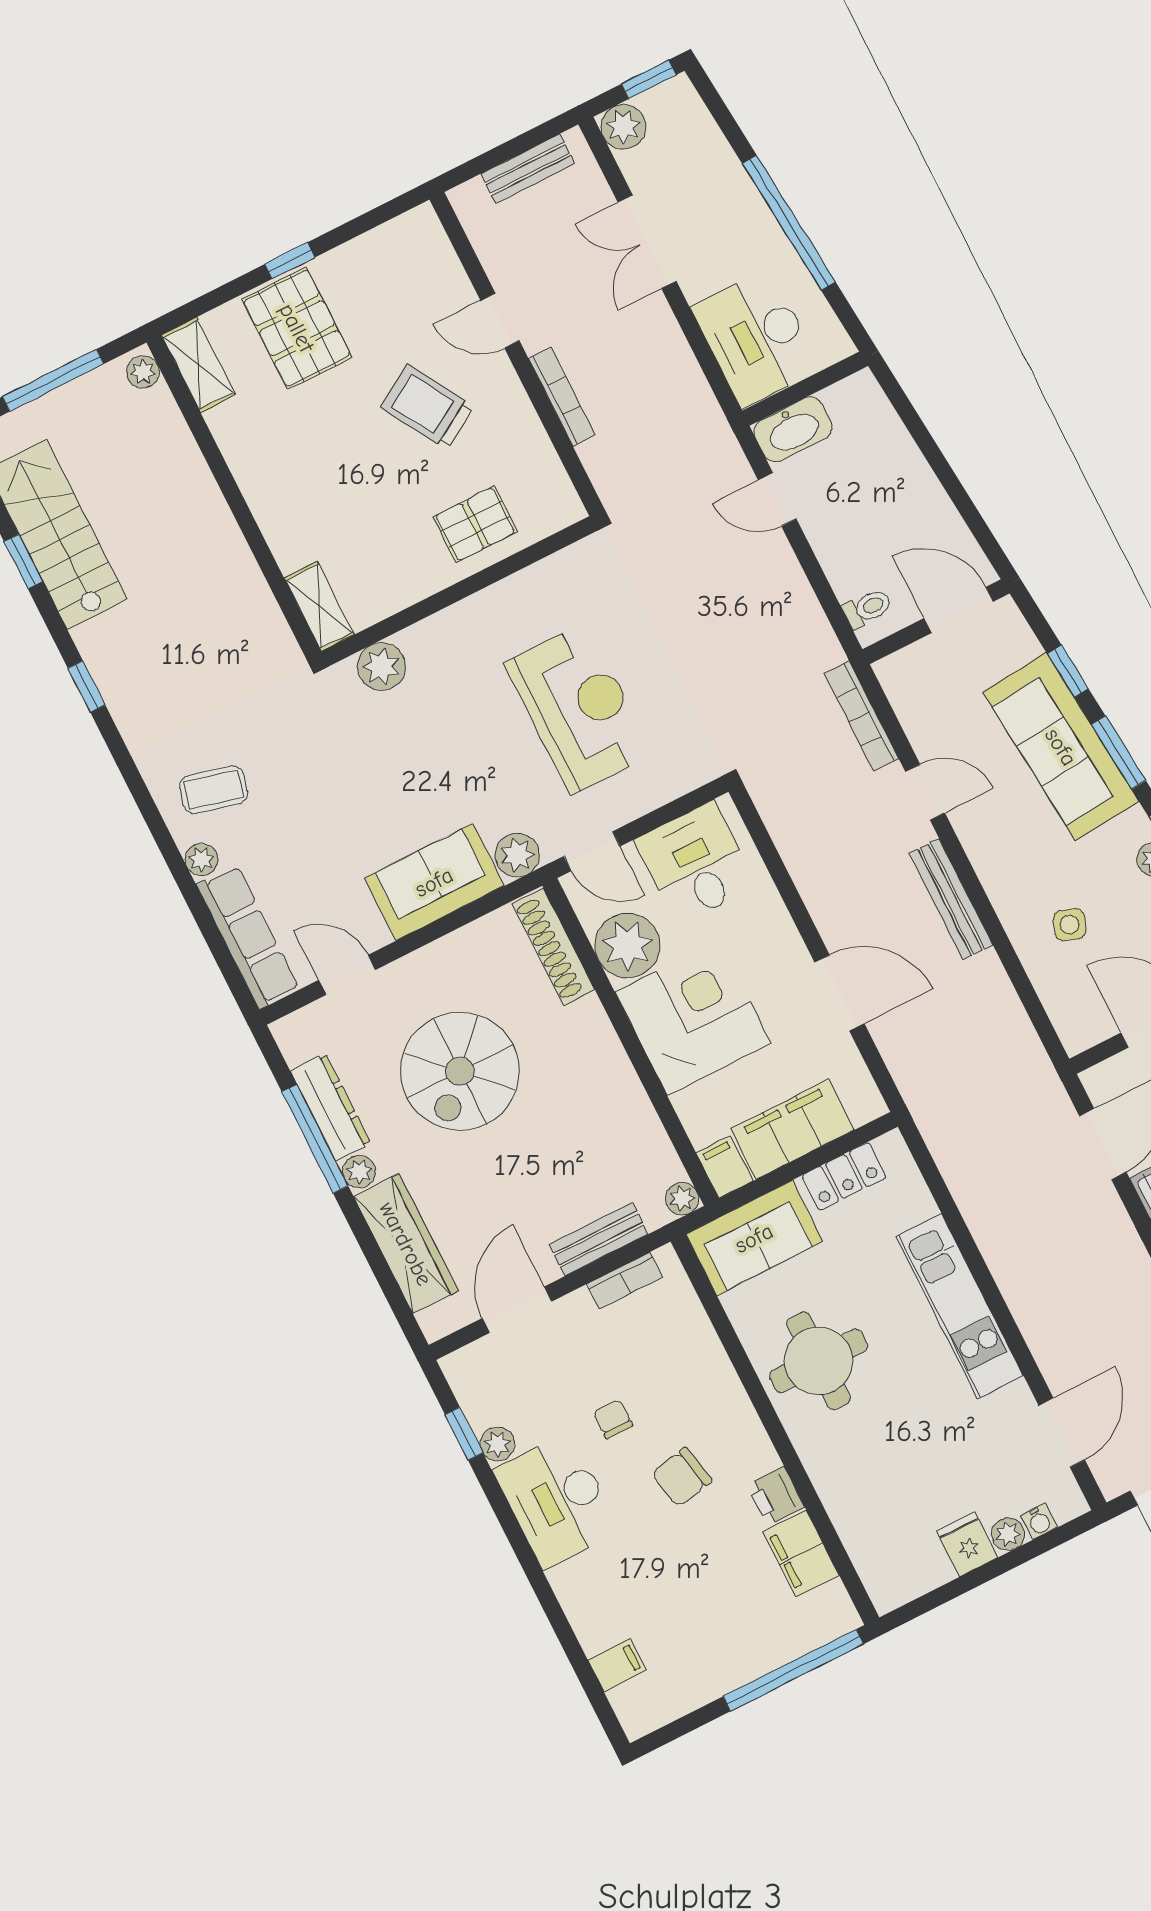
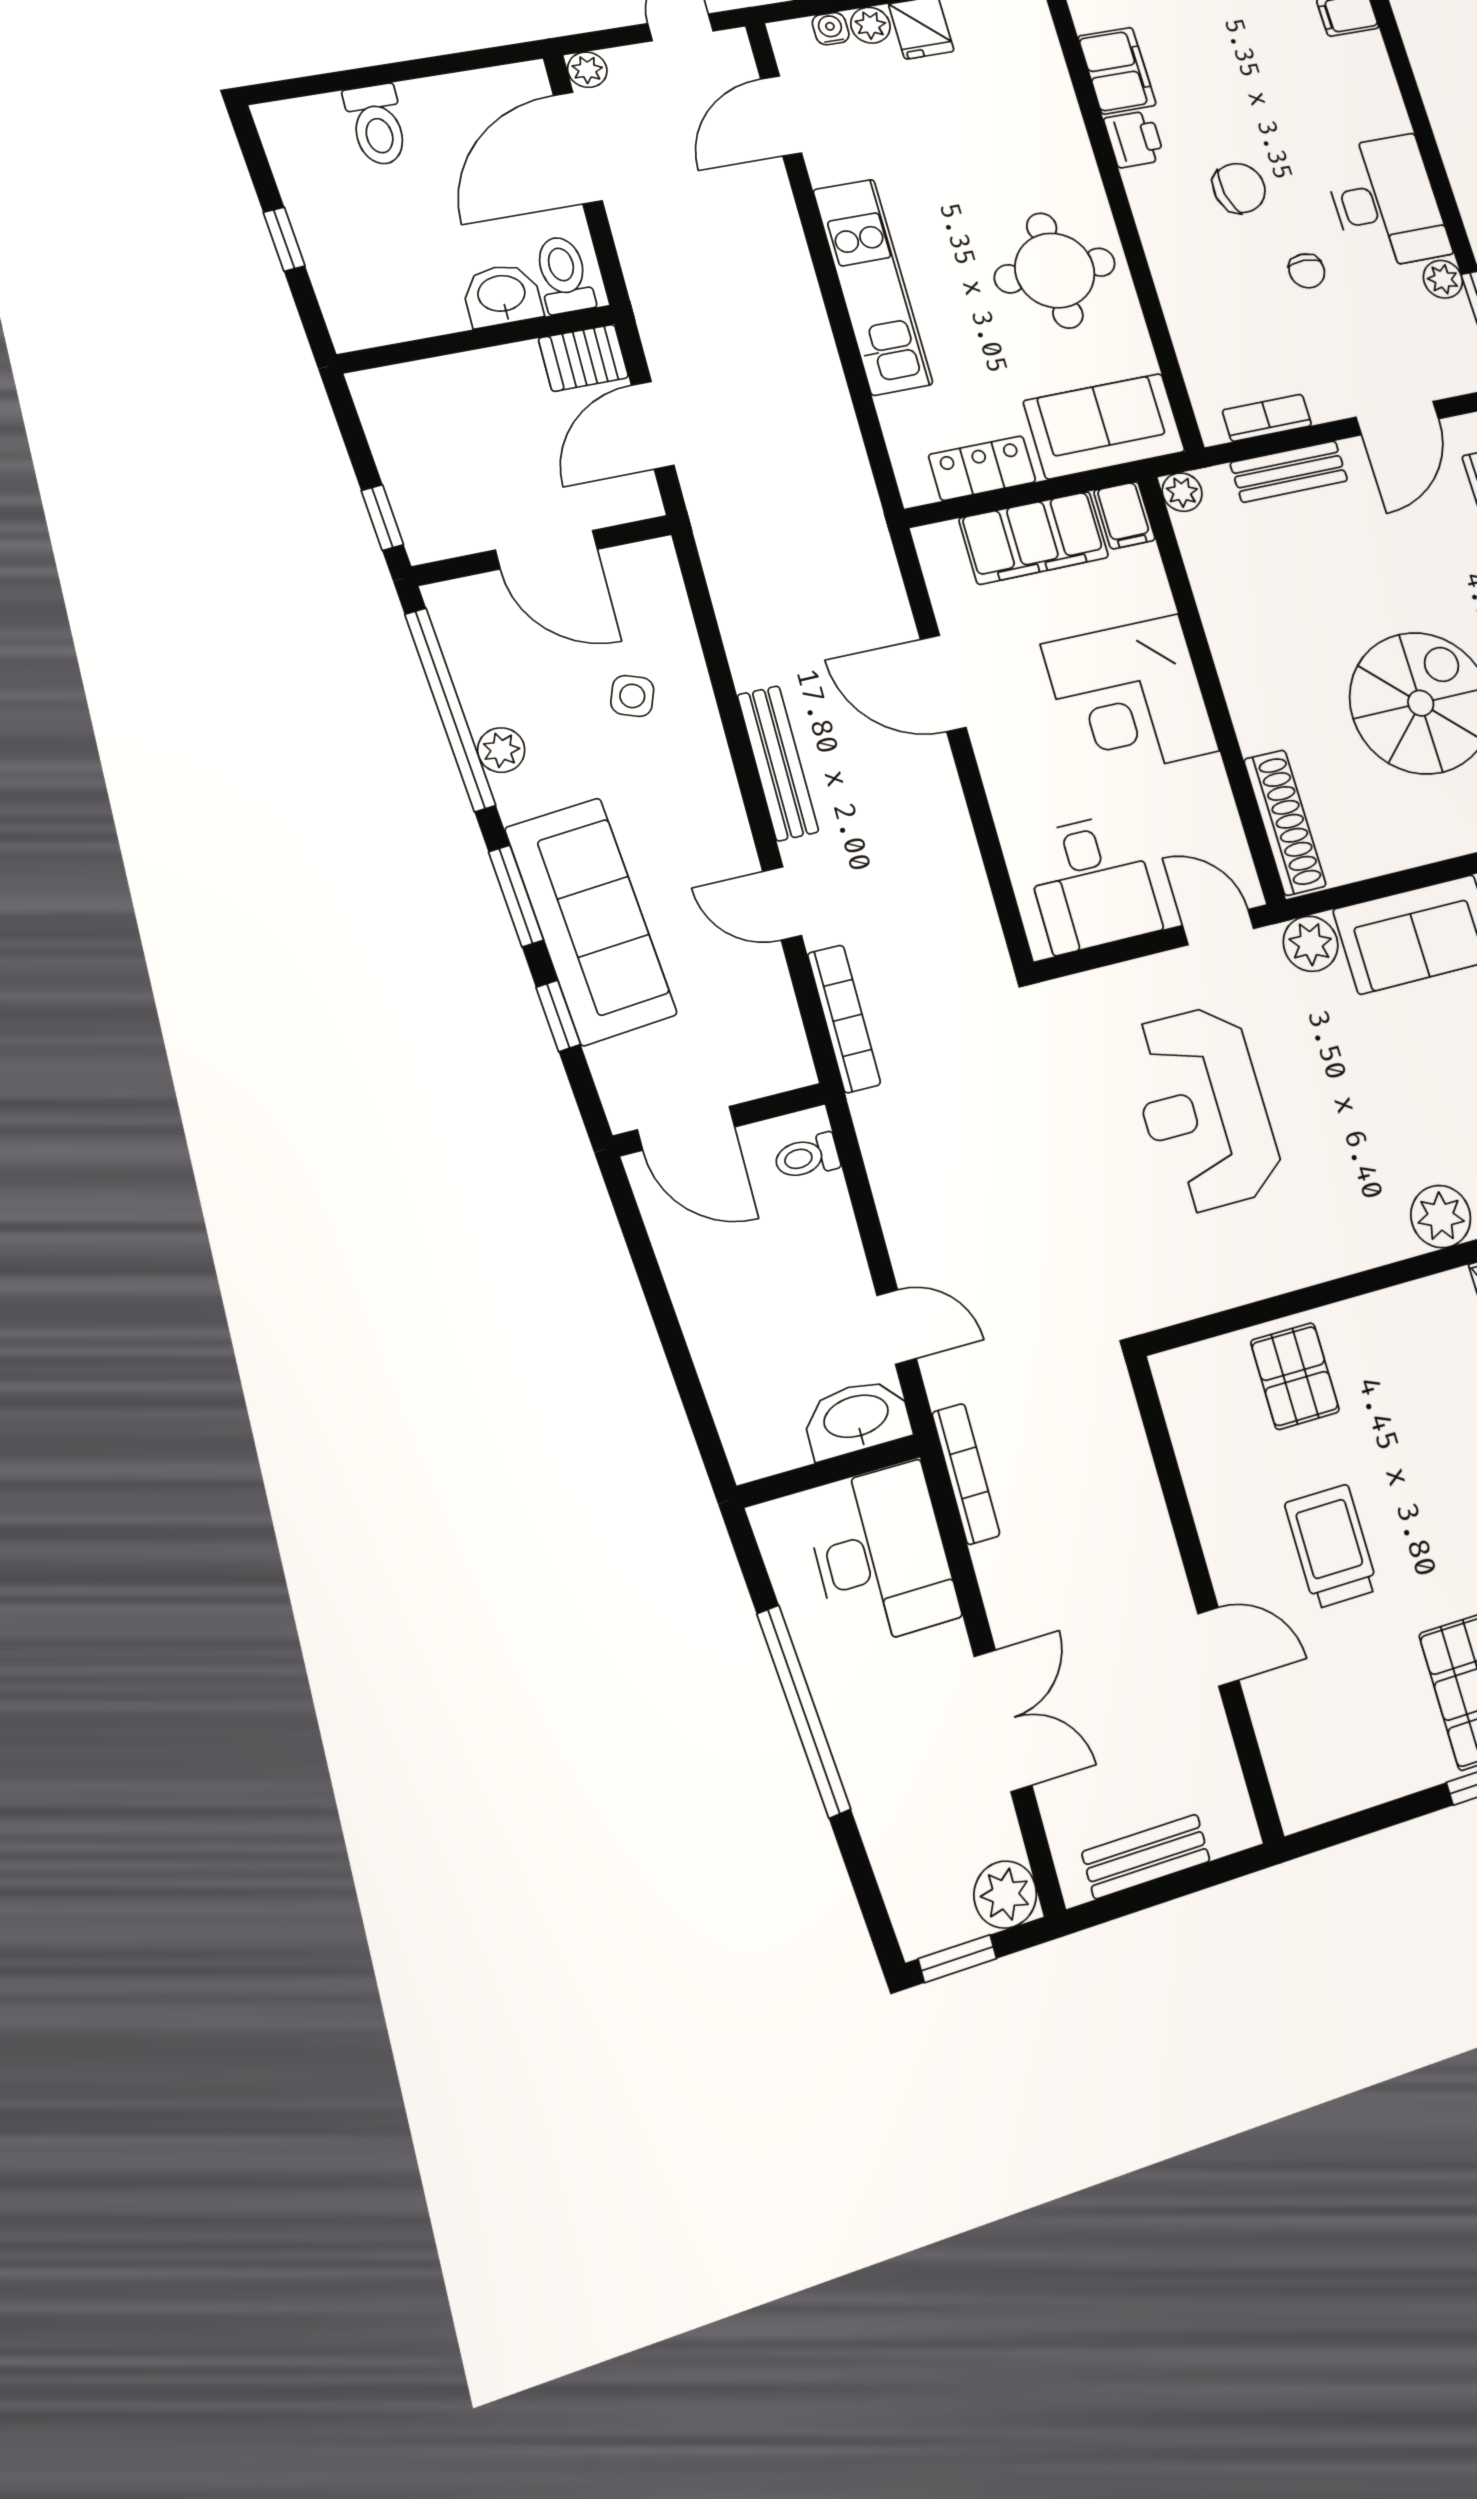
bookcase: (562, 397) -> (966, 1474), moved, turned 180
trolley: (427, 407) -> (1332, 1546), turned -149
pallet: (475, 524) -> (1295, 1376), turned 90
plant: (628, 945) -> (1194, 803), removed

